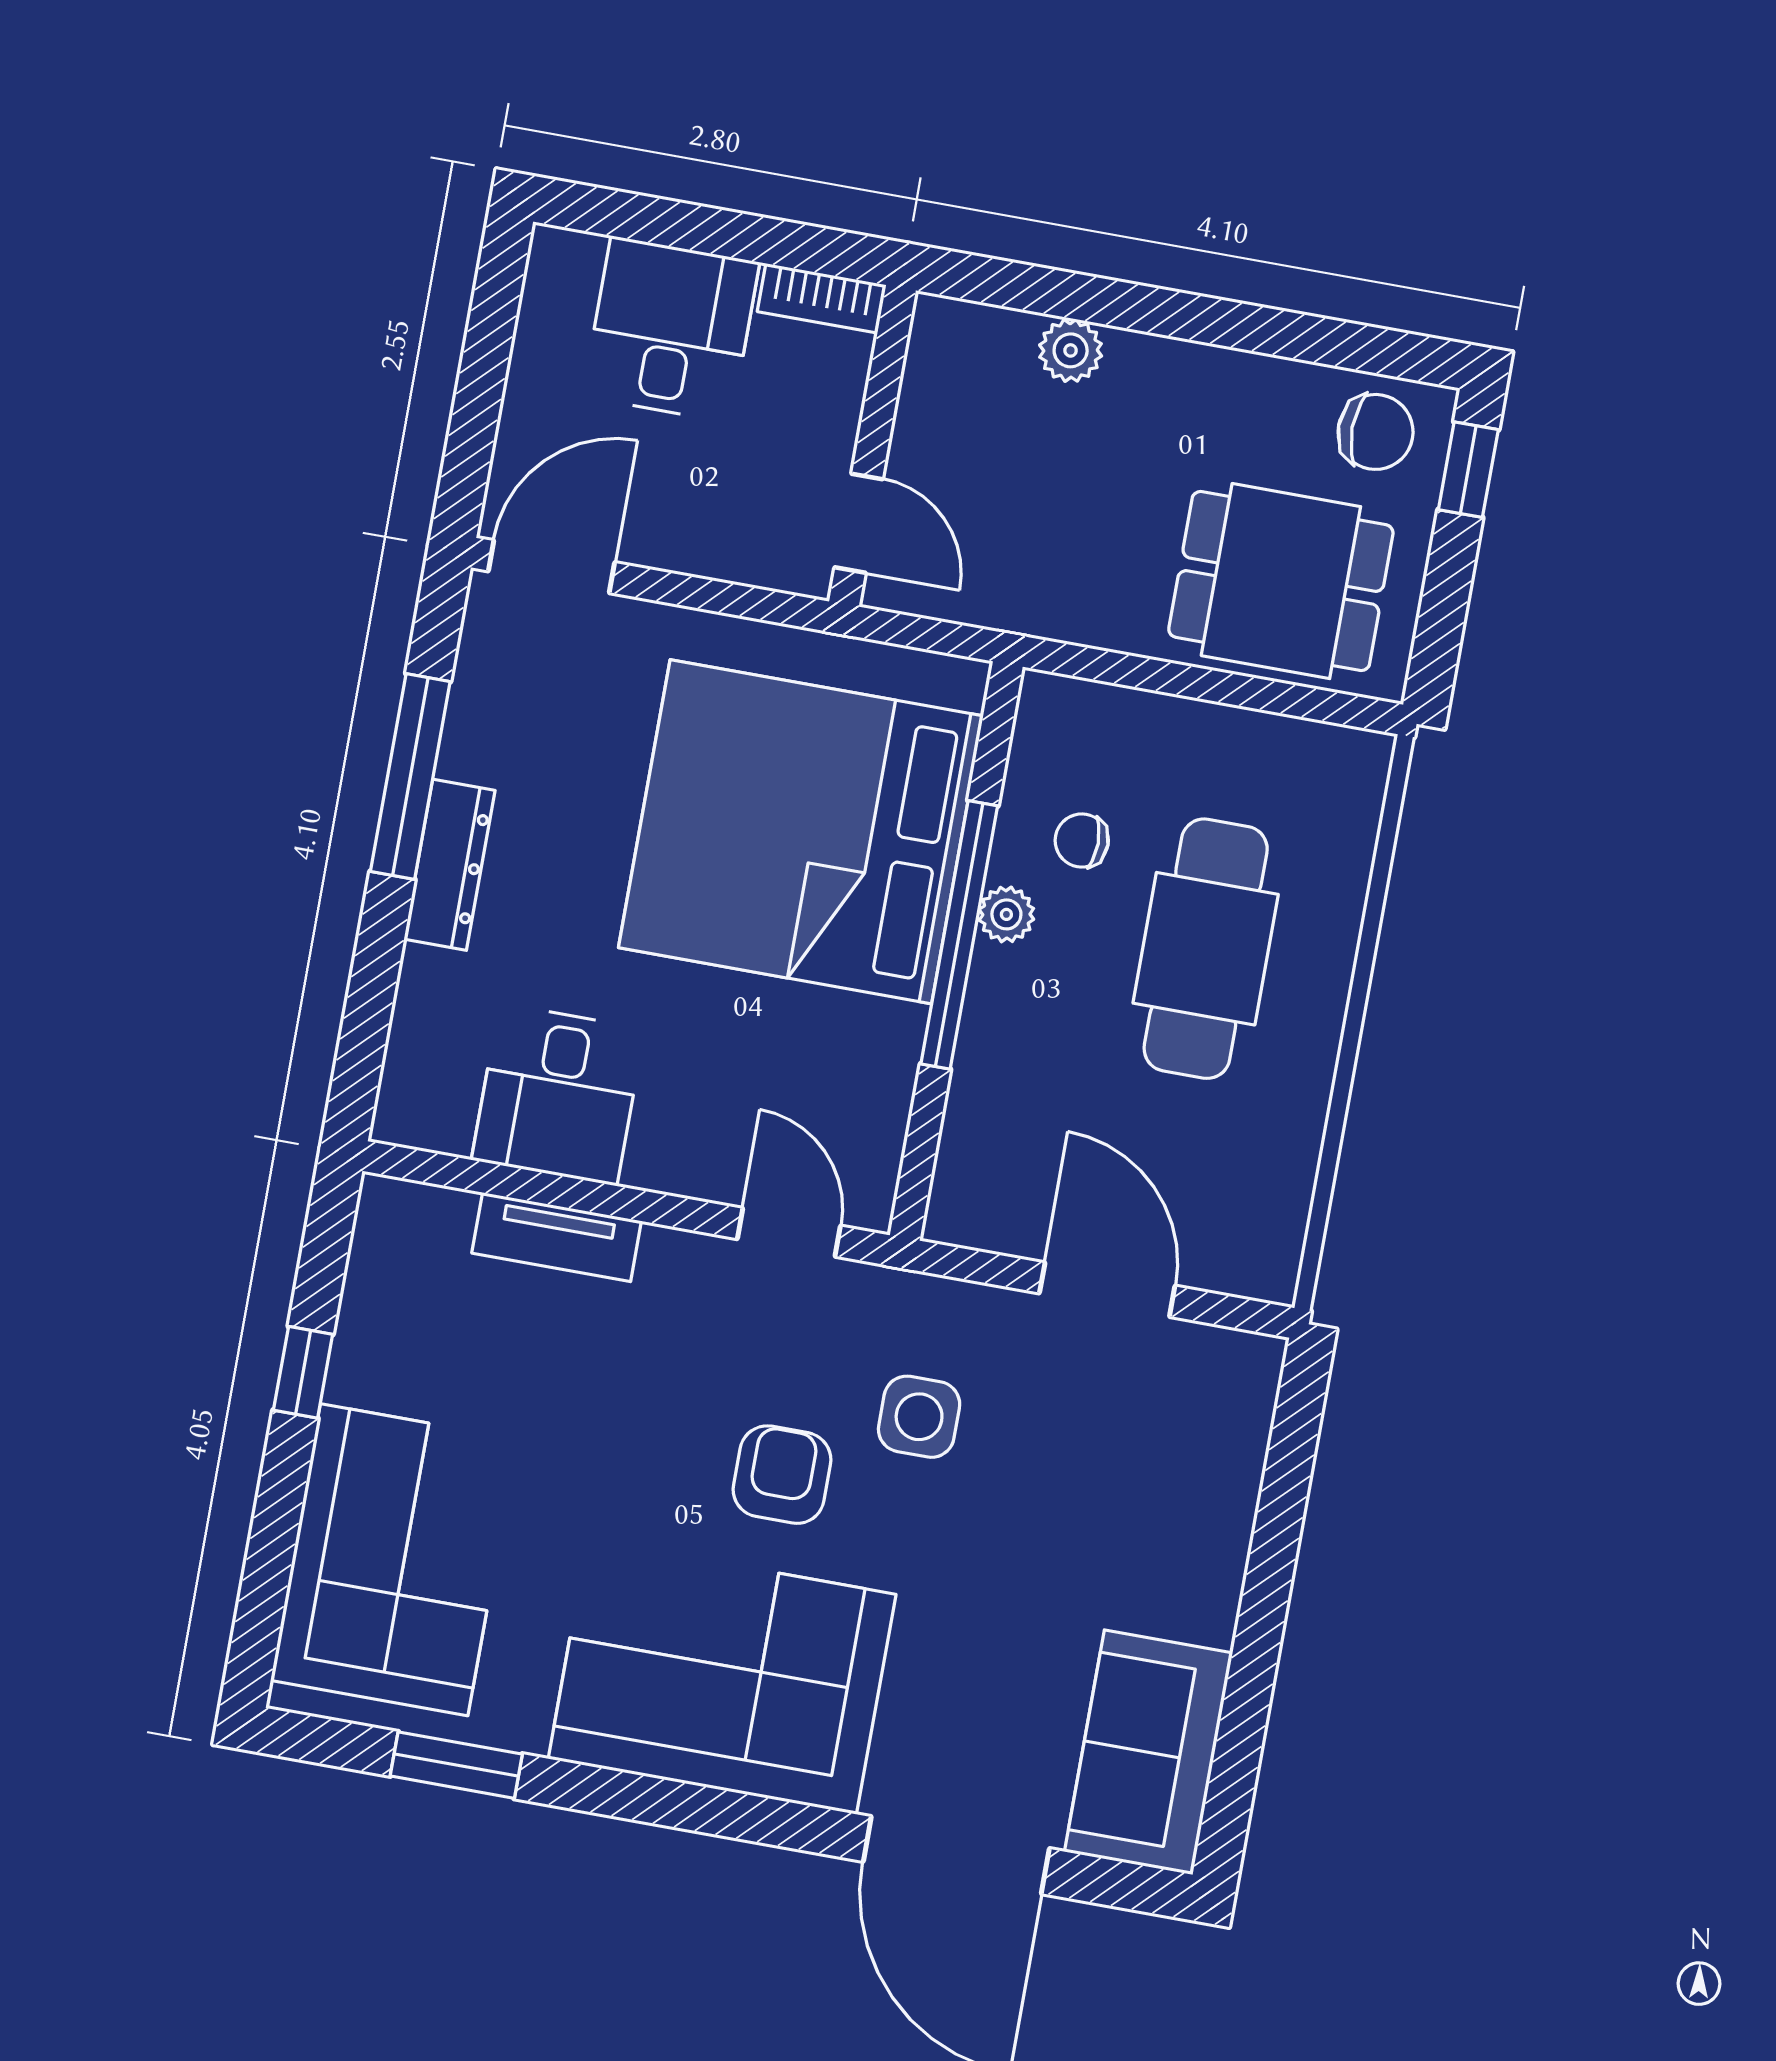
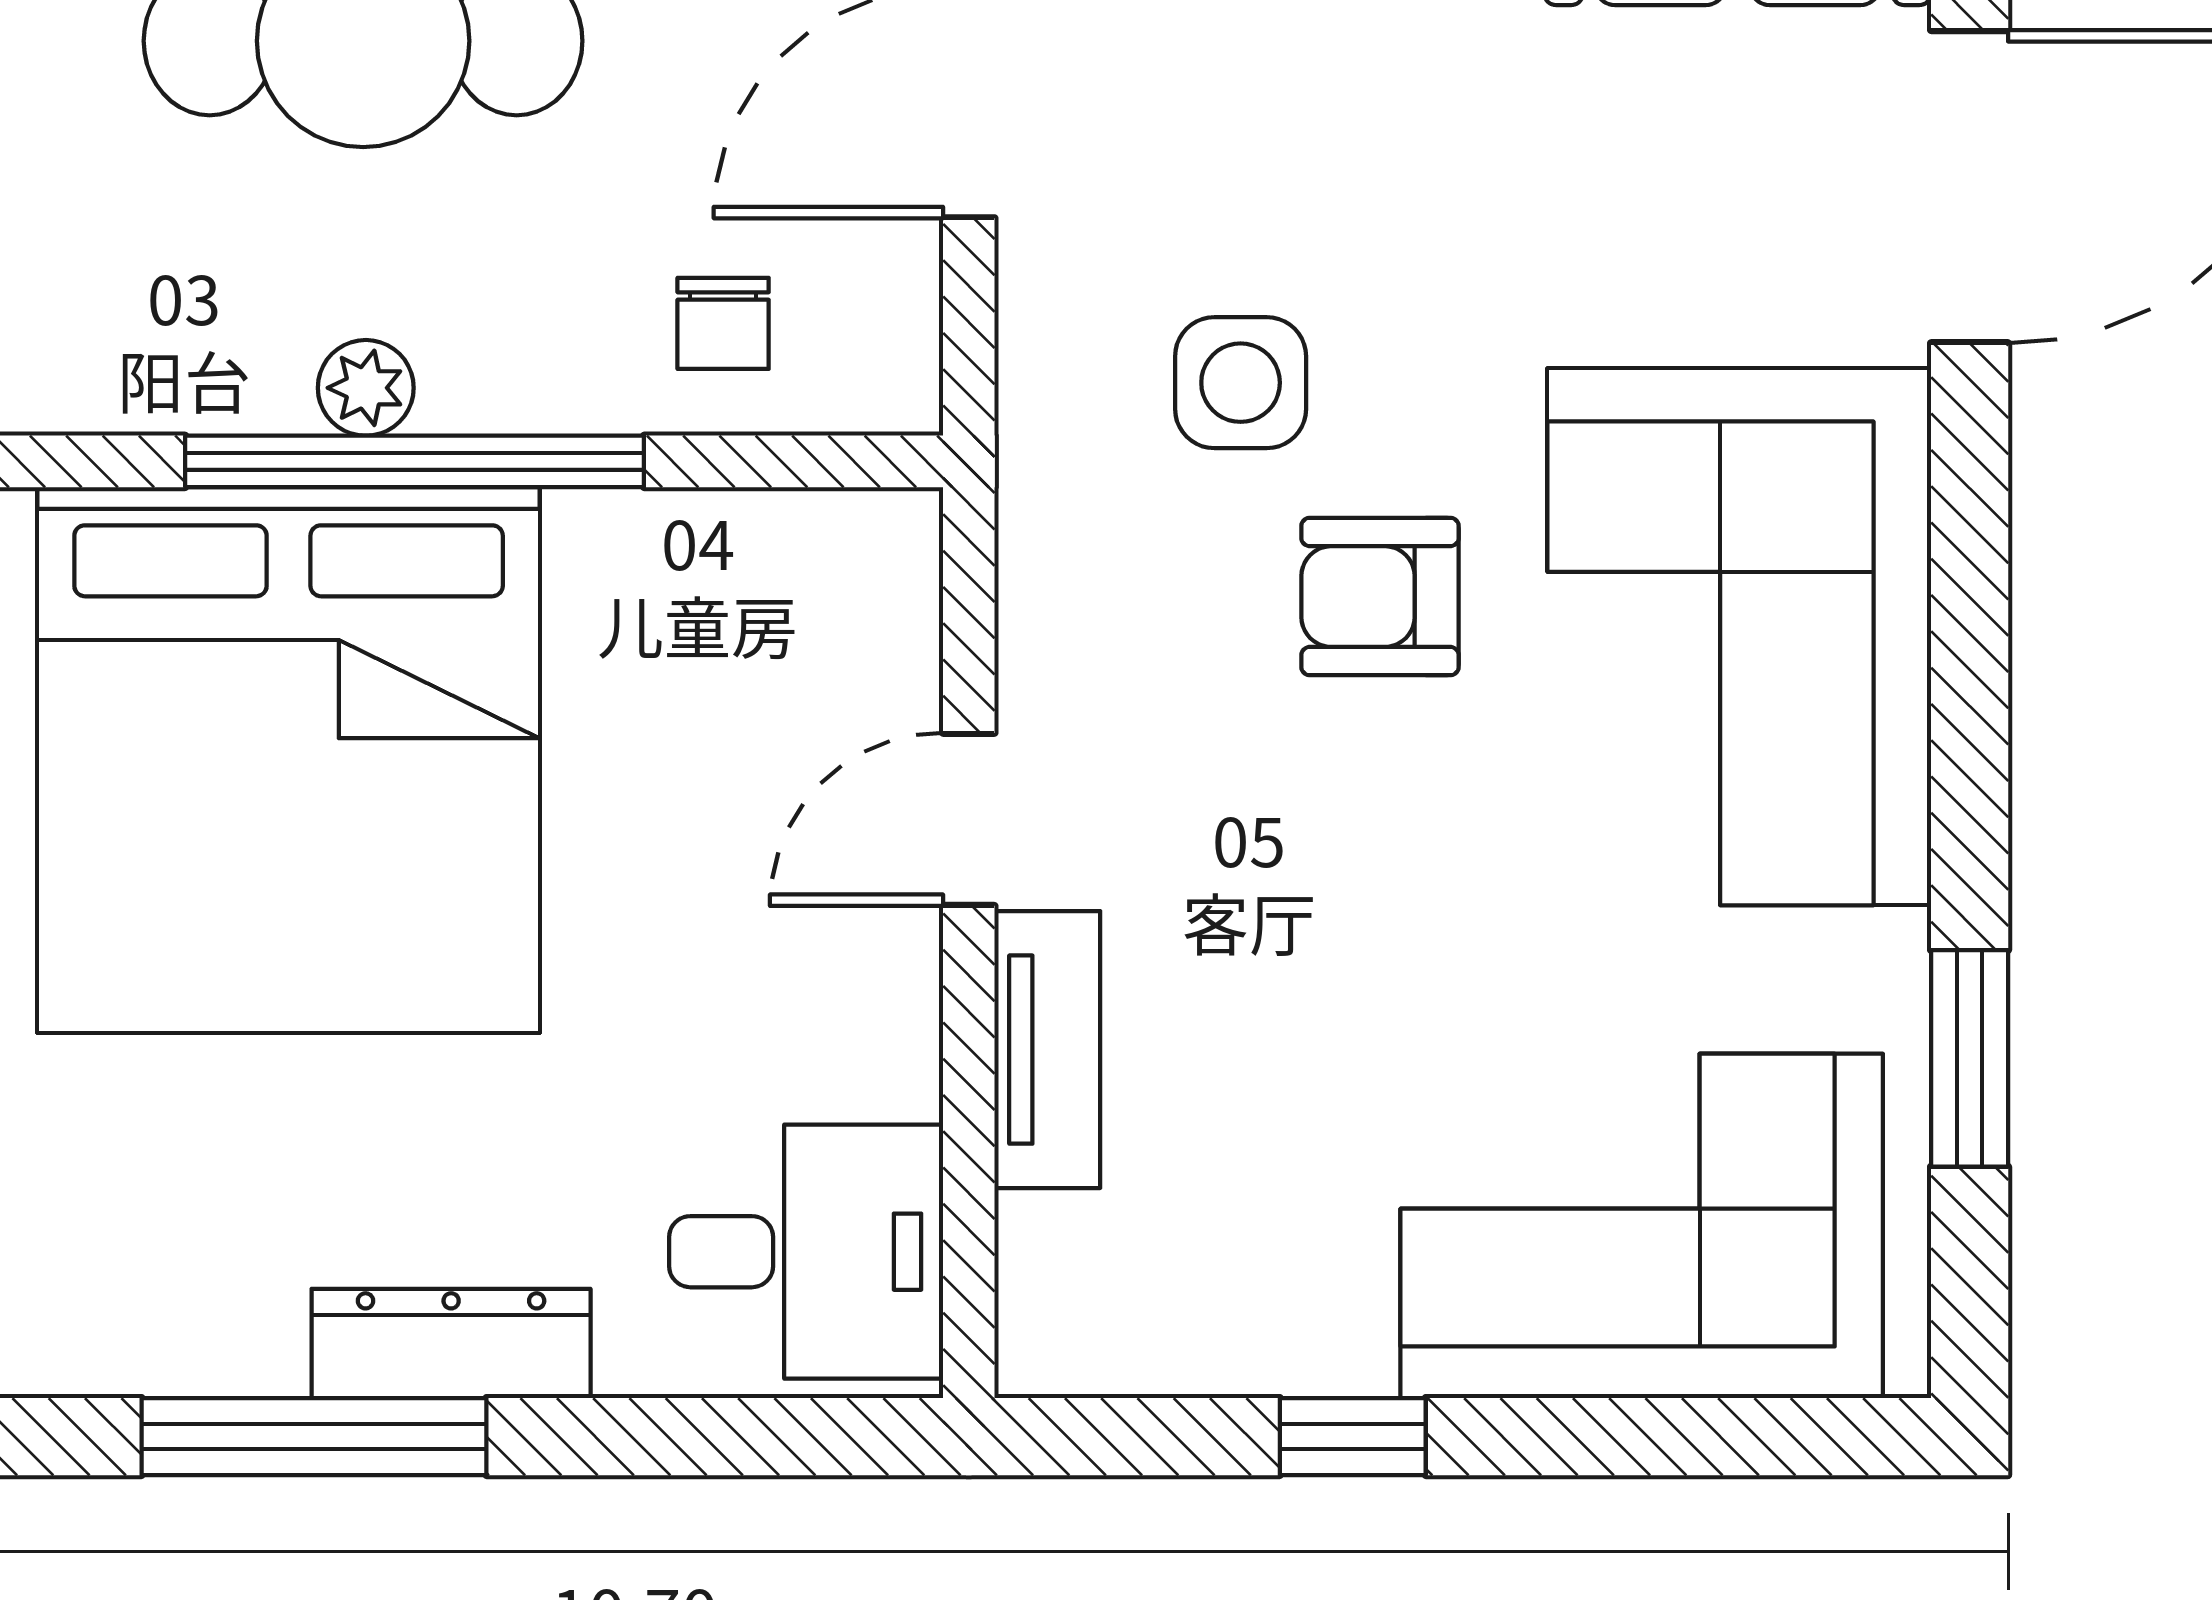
chair: (1082, 840) -> (723, 323), moved
desk: (558, 1095) -> (806, 1252), moved
door: (789, 1232) -> (969, 819), moved

